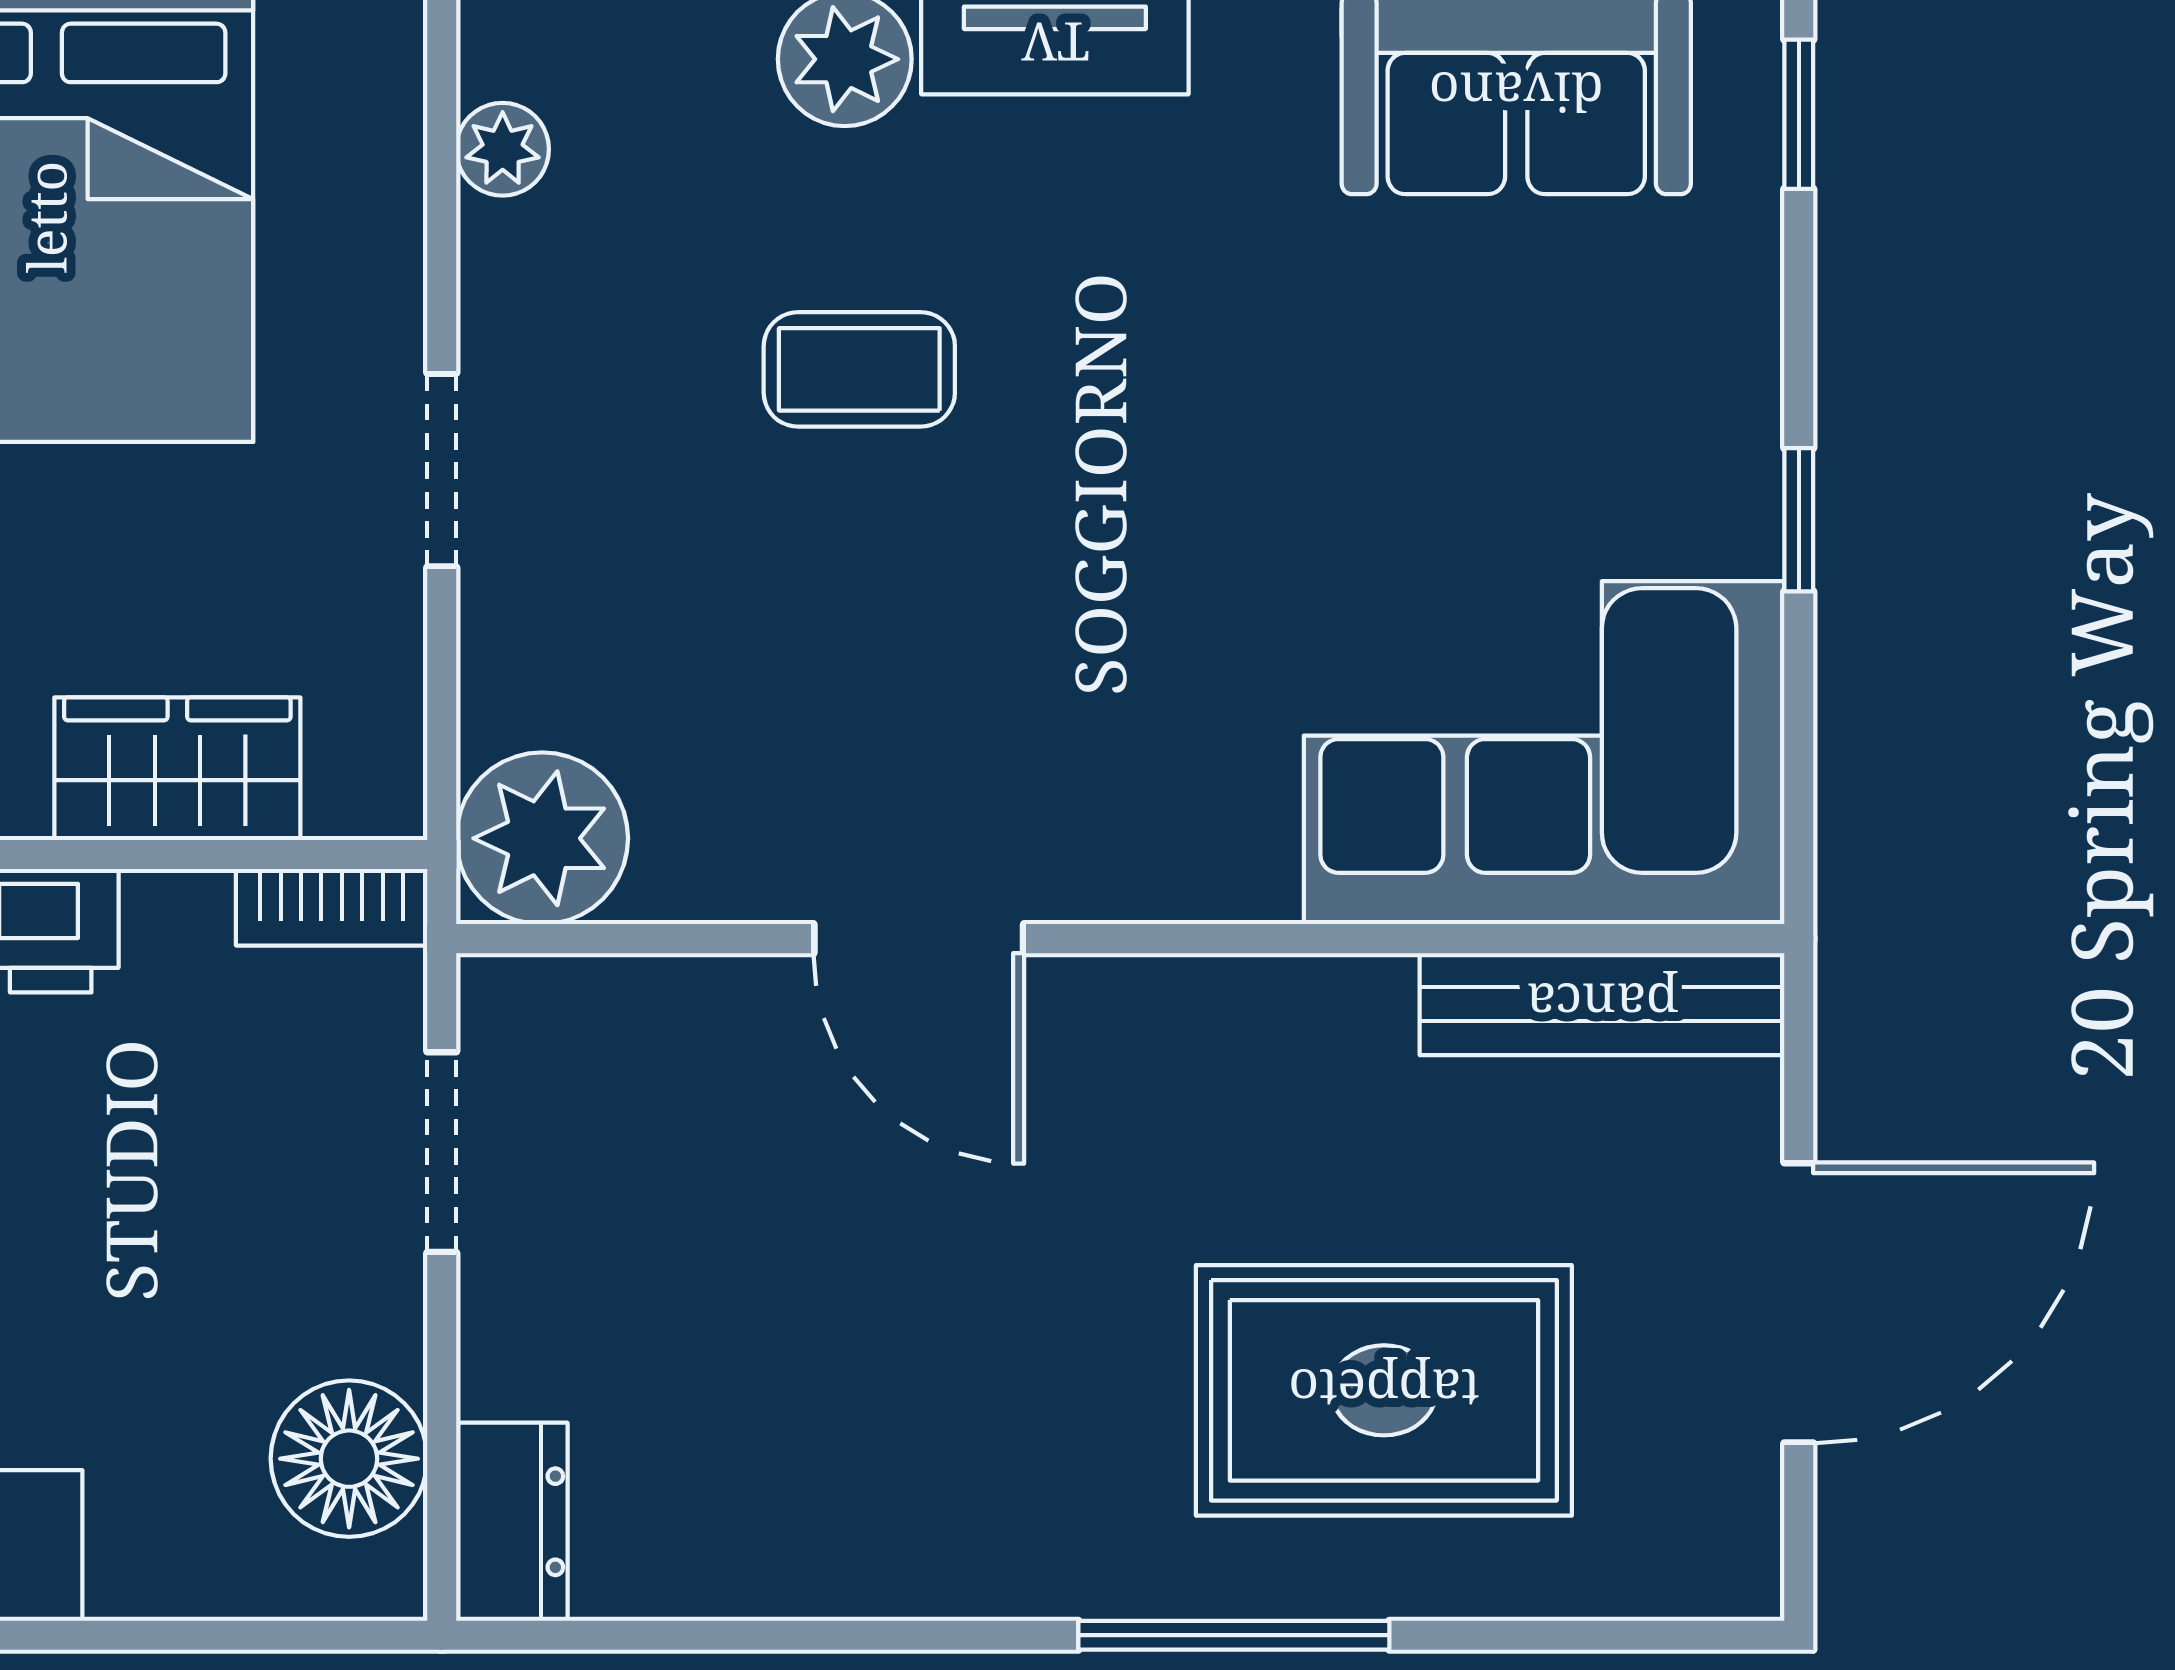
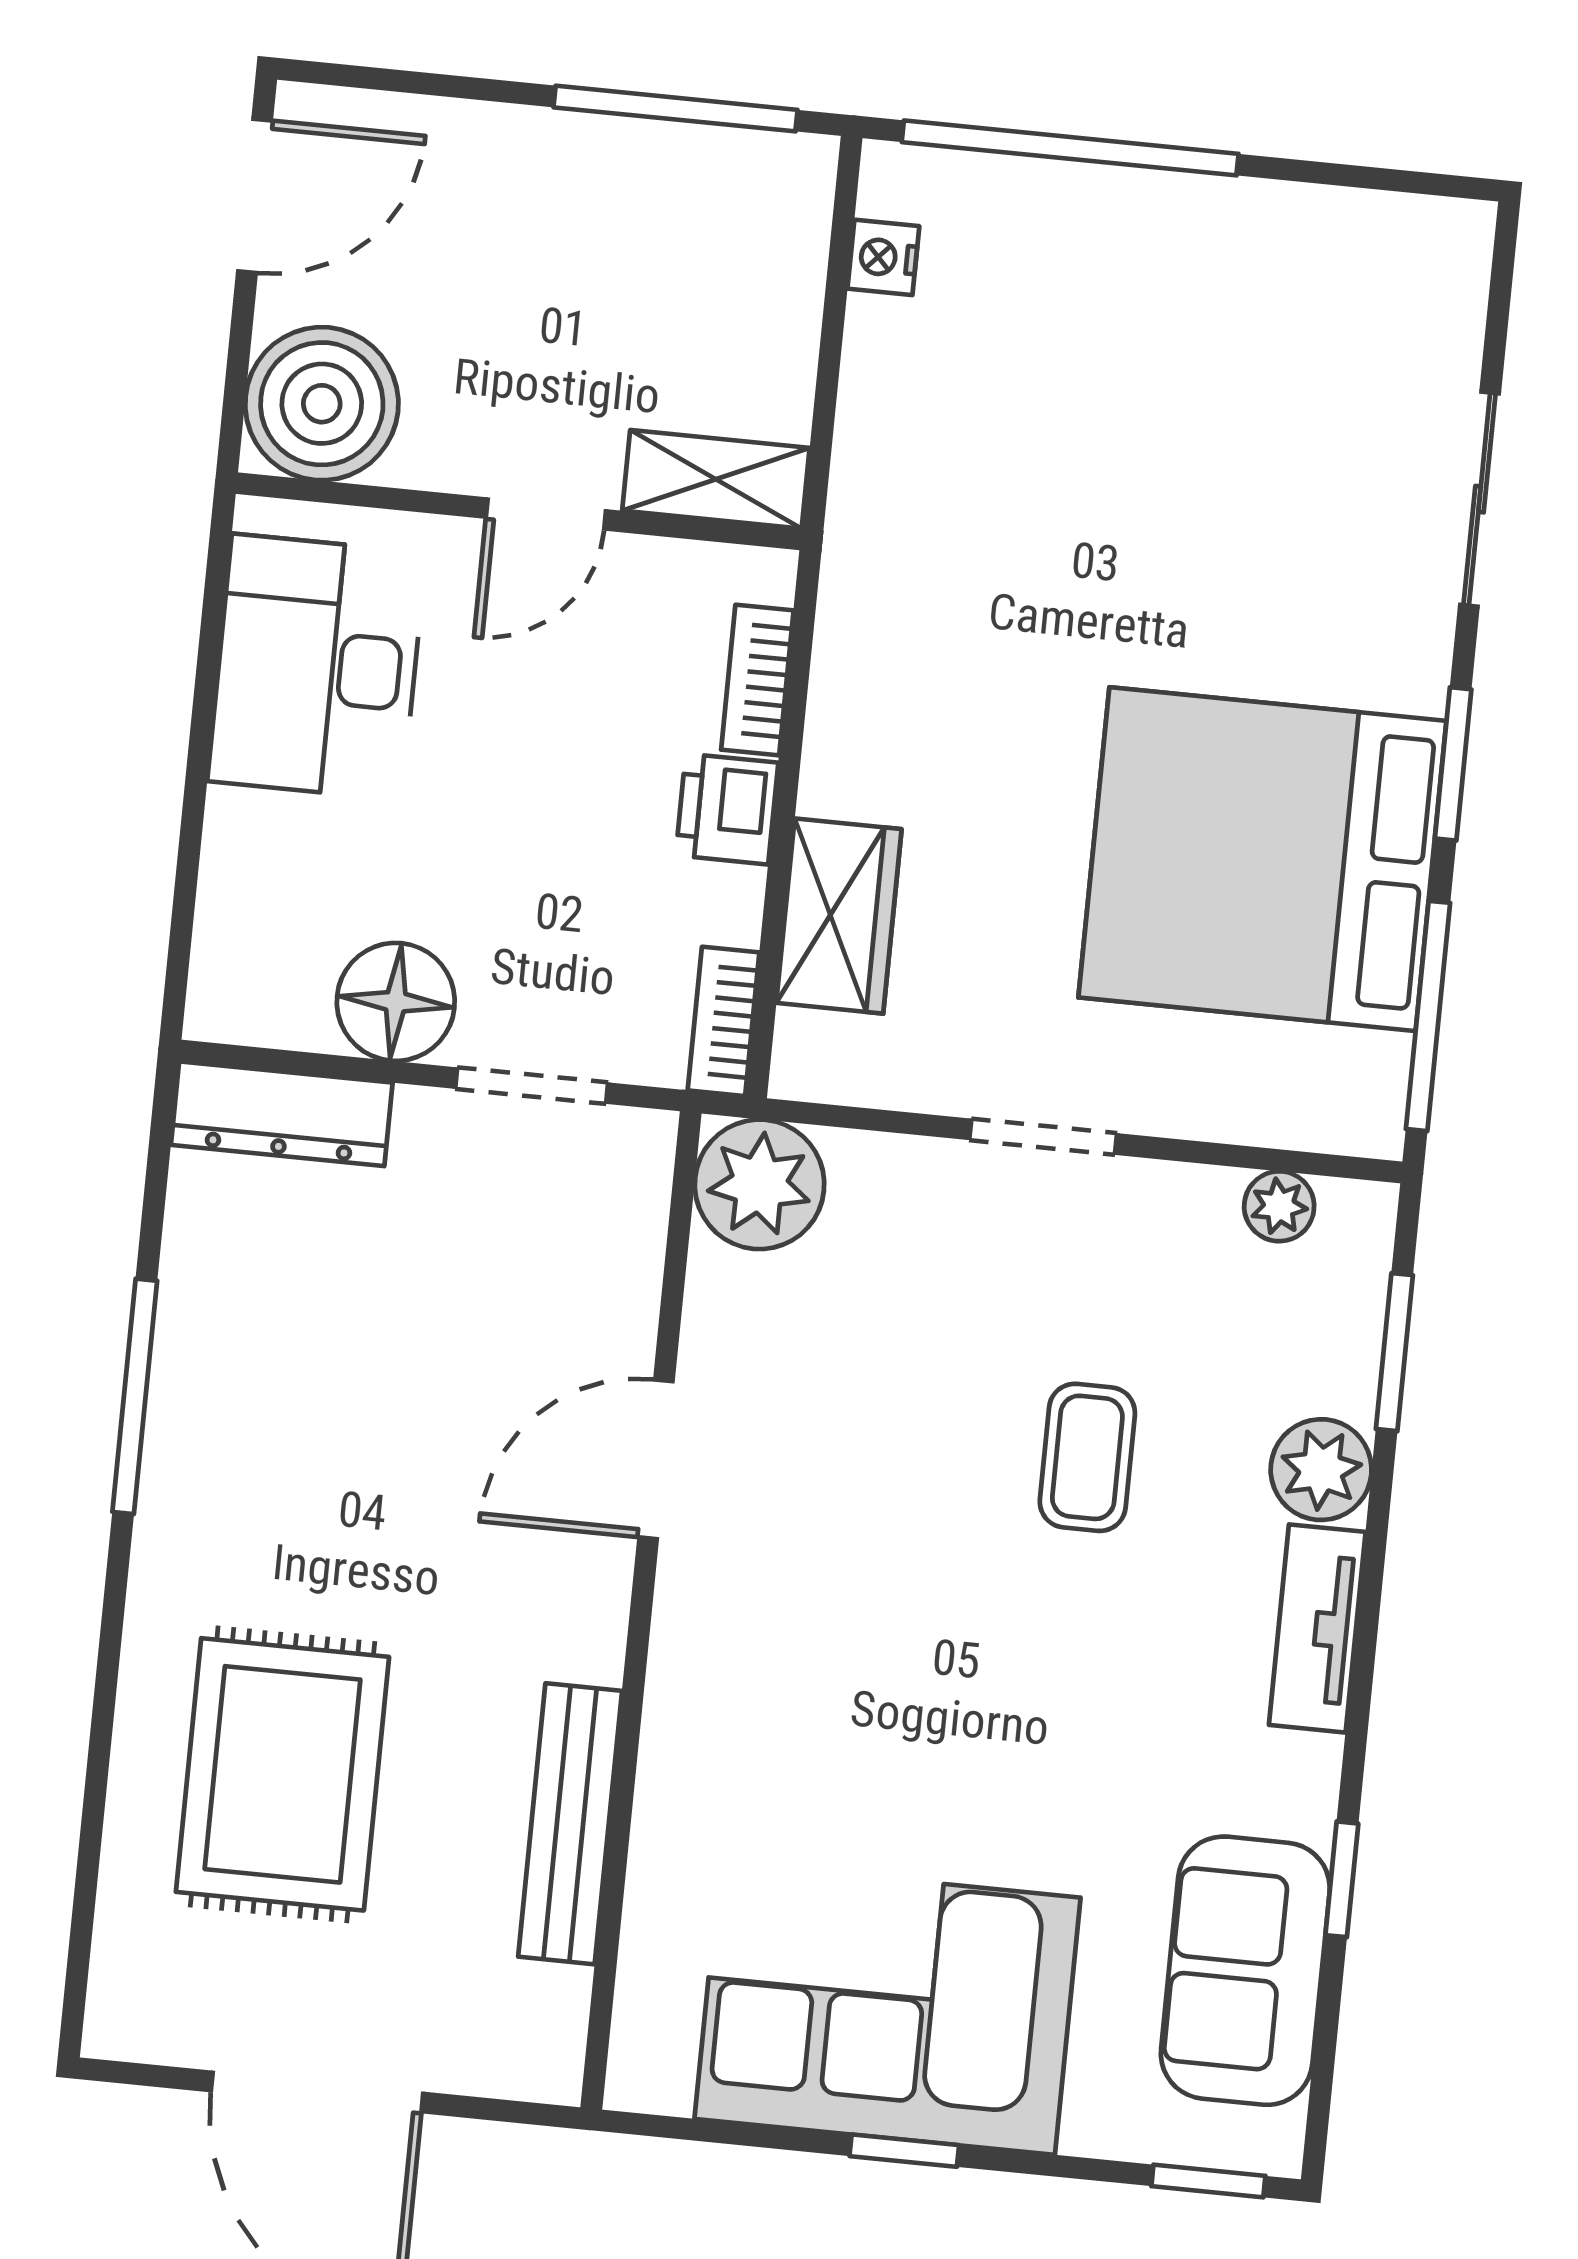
corner sofa: (1544, 753) -> (888, 2008), moved, turned -90
bench: (1602, 1004) -> (570, 1824), moved
floor lamp: (349, 1459) -> (396, 1002), moved
dresser: (512, 1522) -> (282, 1114), width x1.44
window: (1234, 1635) -> (135, 1396), moved

